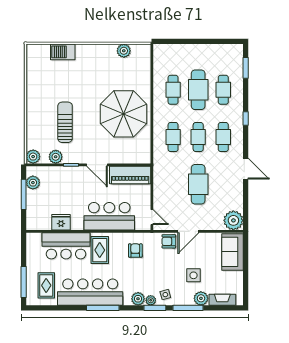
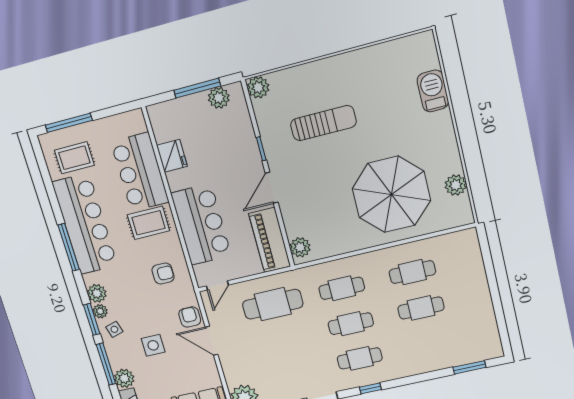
cafe table: (198, 90) -> (421, 308), width x0.73, depth x0.74
cafe table: (223, 90) -> (429, 343), removed
parasol: (124, 114) -> (391, 194), moved
window: (246, 119) -> (370, 388), moved
plant: (56, 157) -> (300, 247), moved
cafe table: (198, 184) -> (273, 304), moved
side table: (194, 275) -> (153, 345), moved

